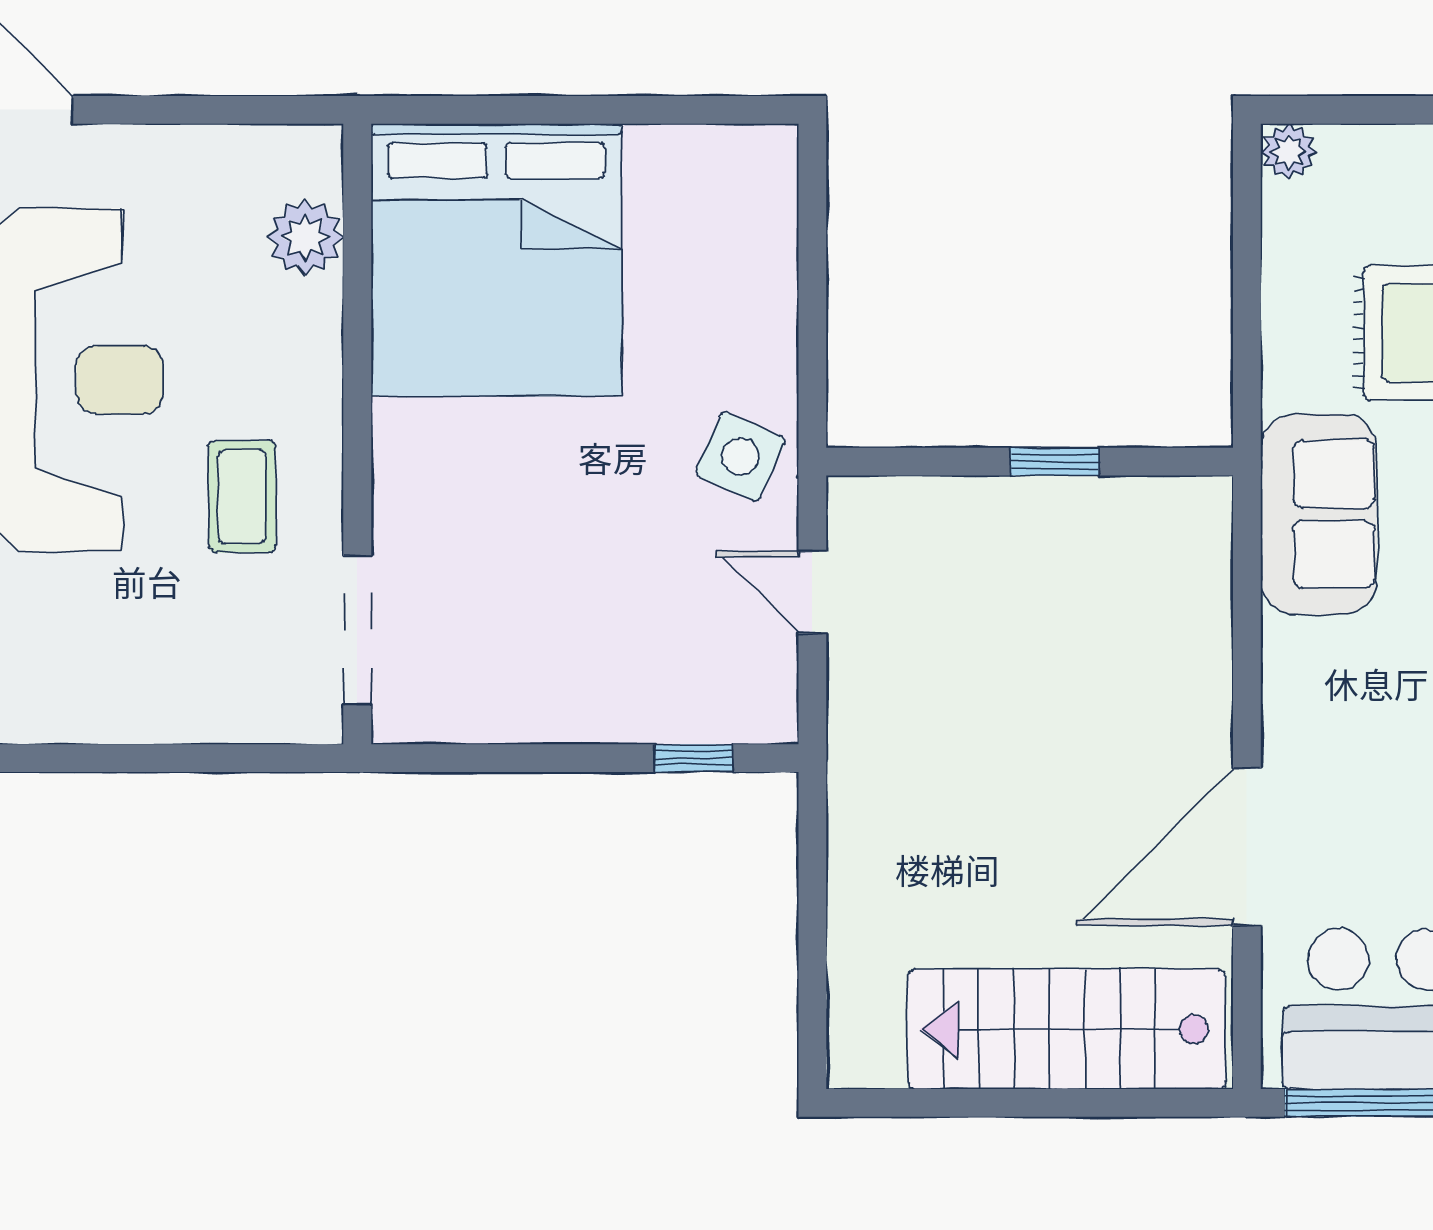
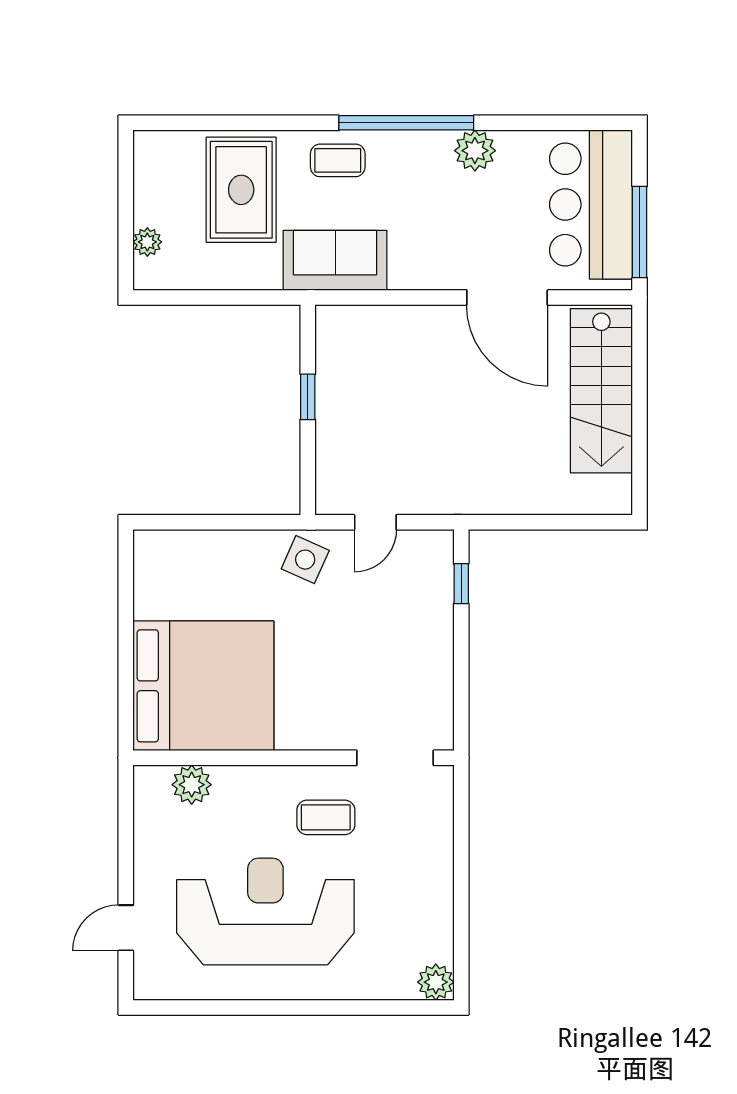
plant: (1288, 151) -> (147, 242), moved

